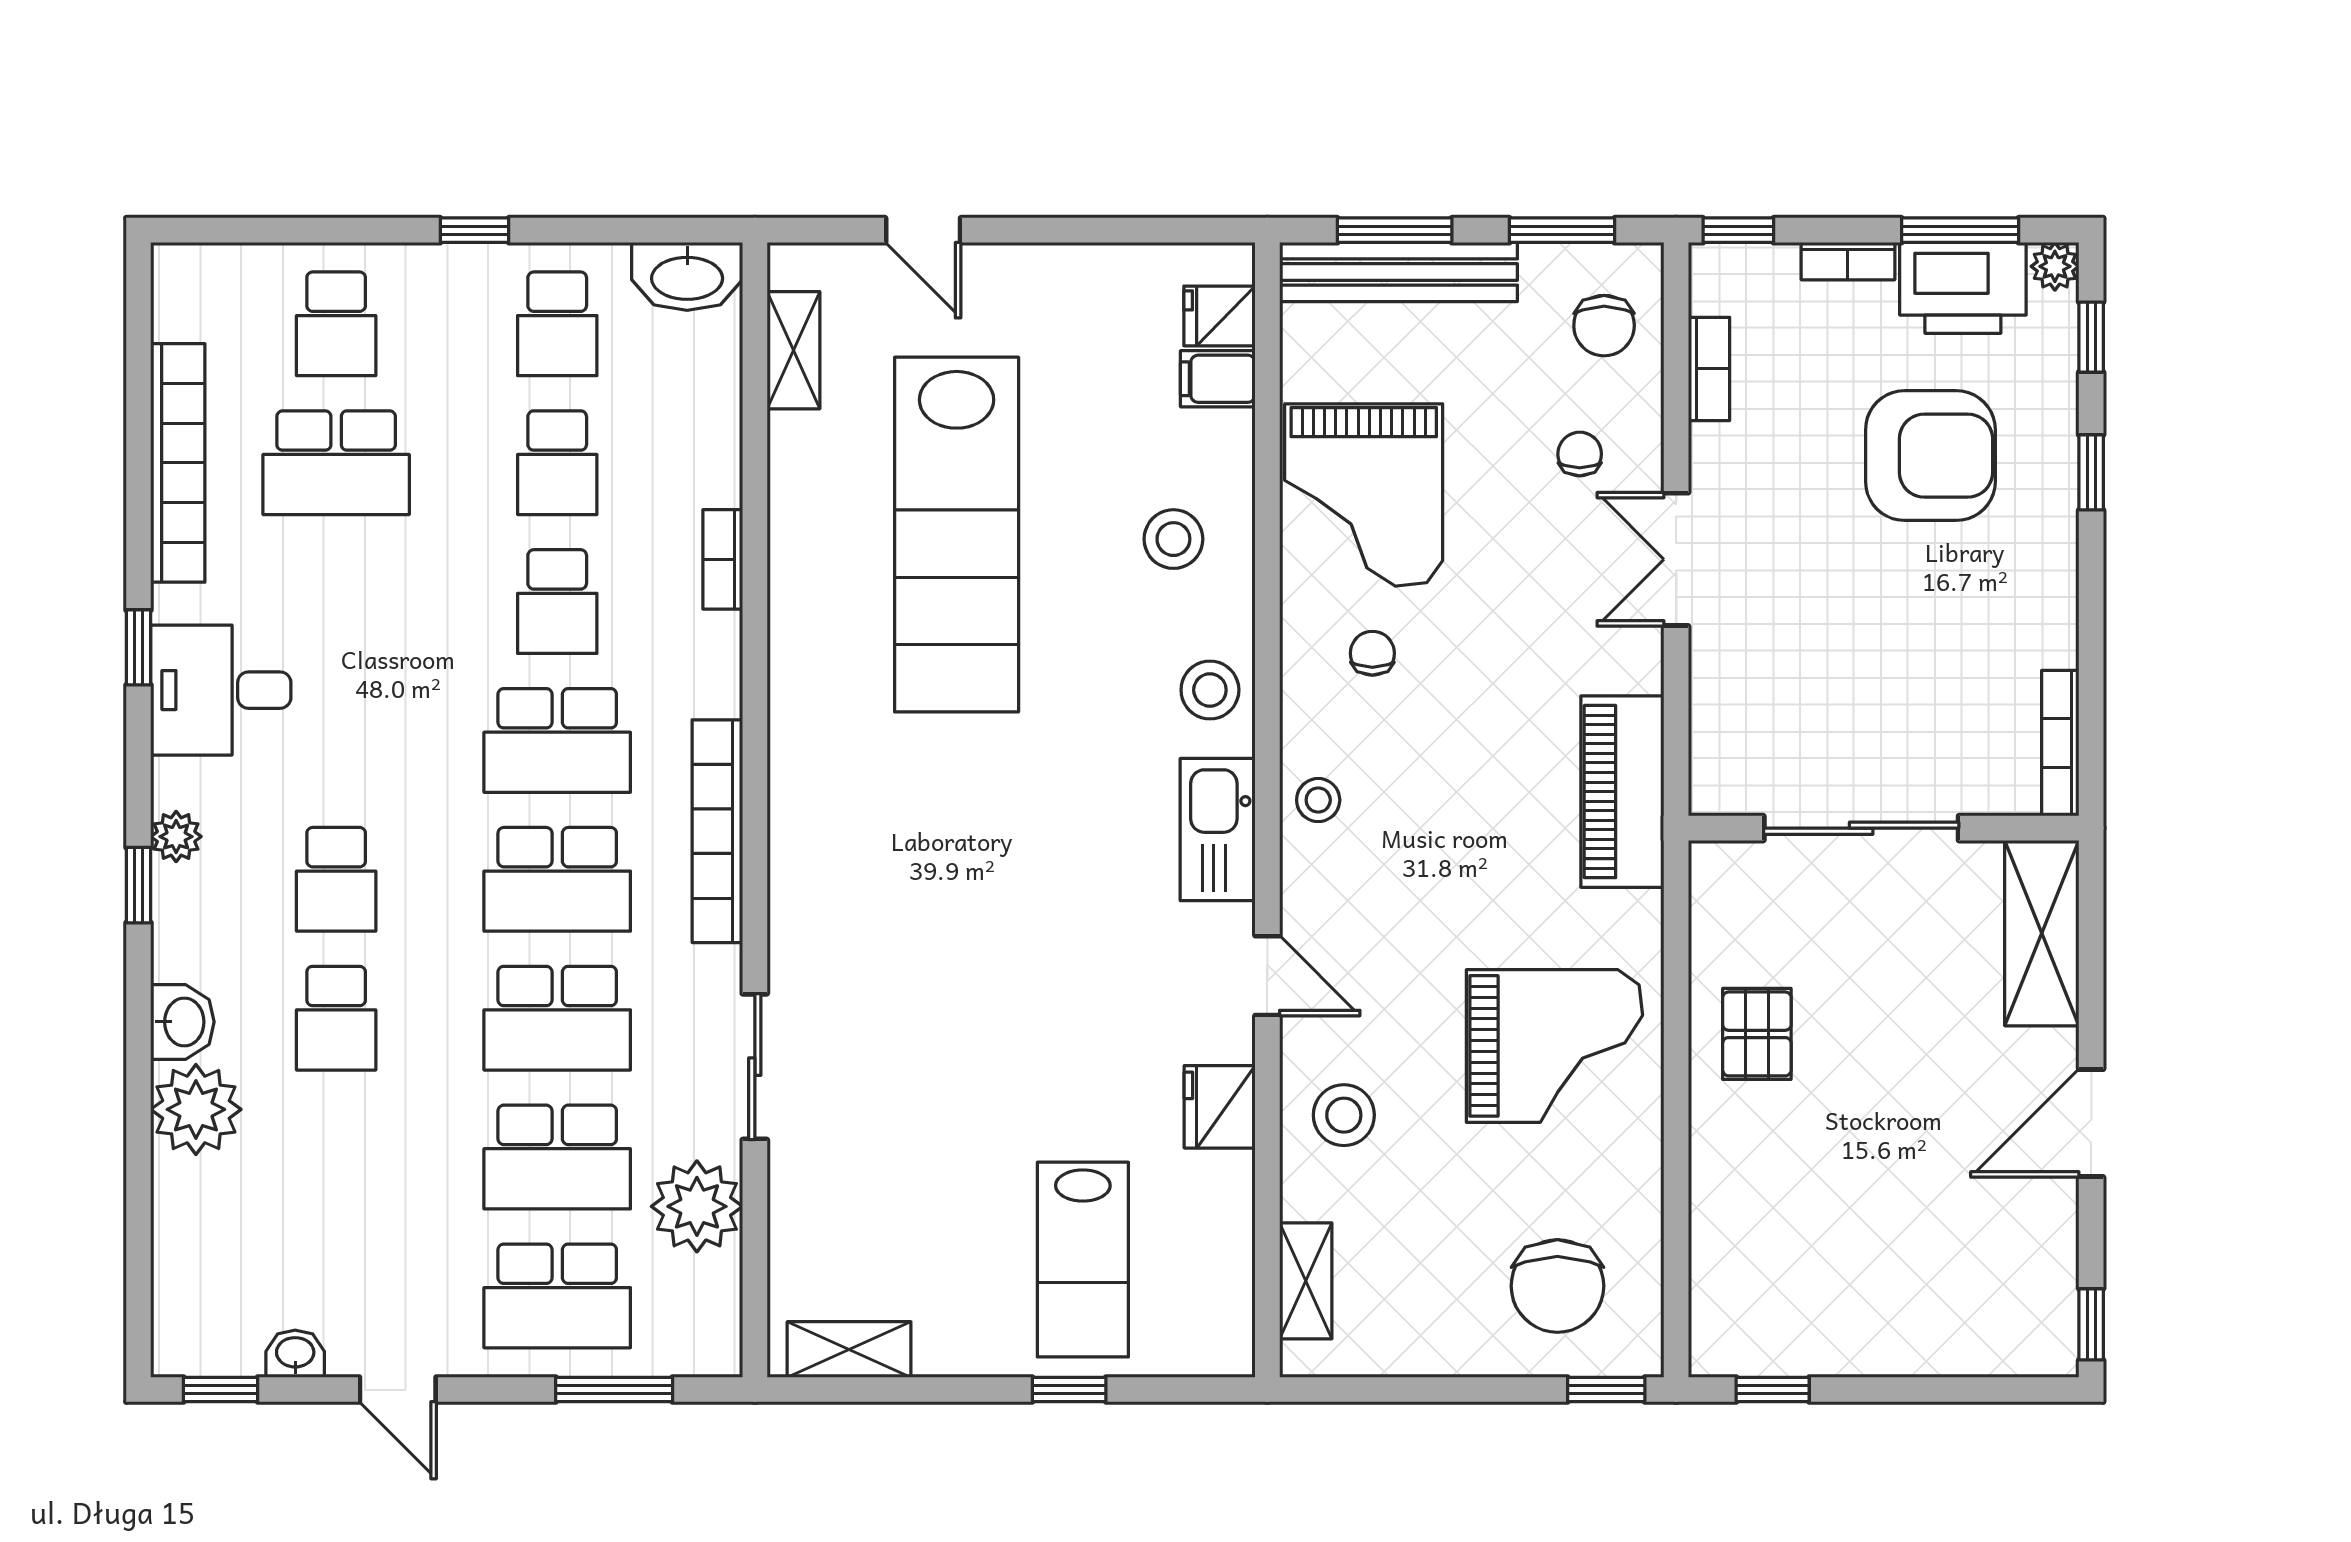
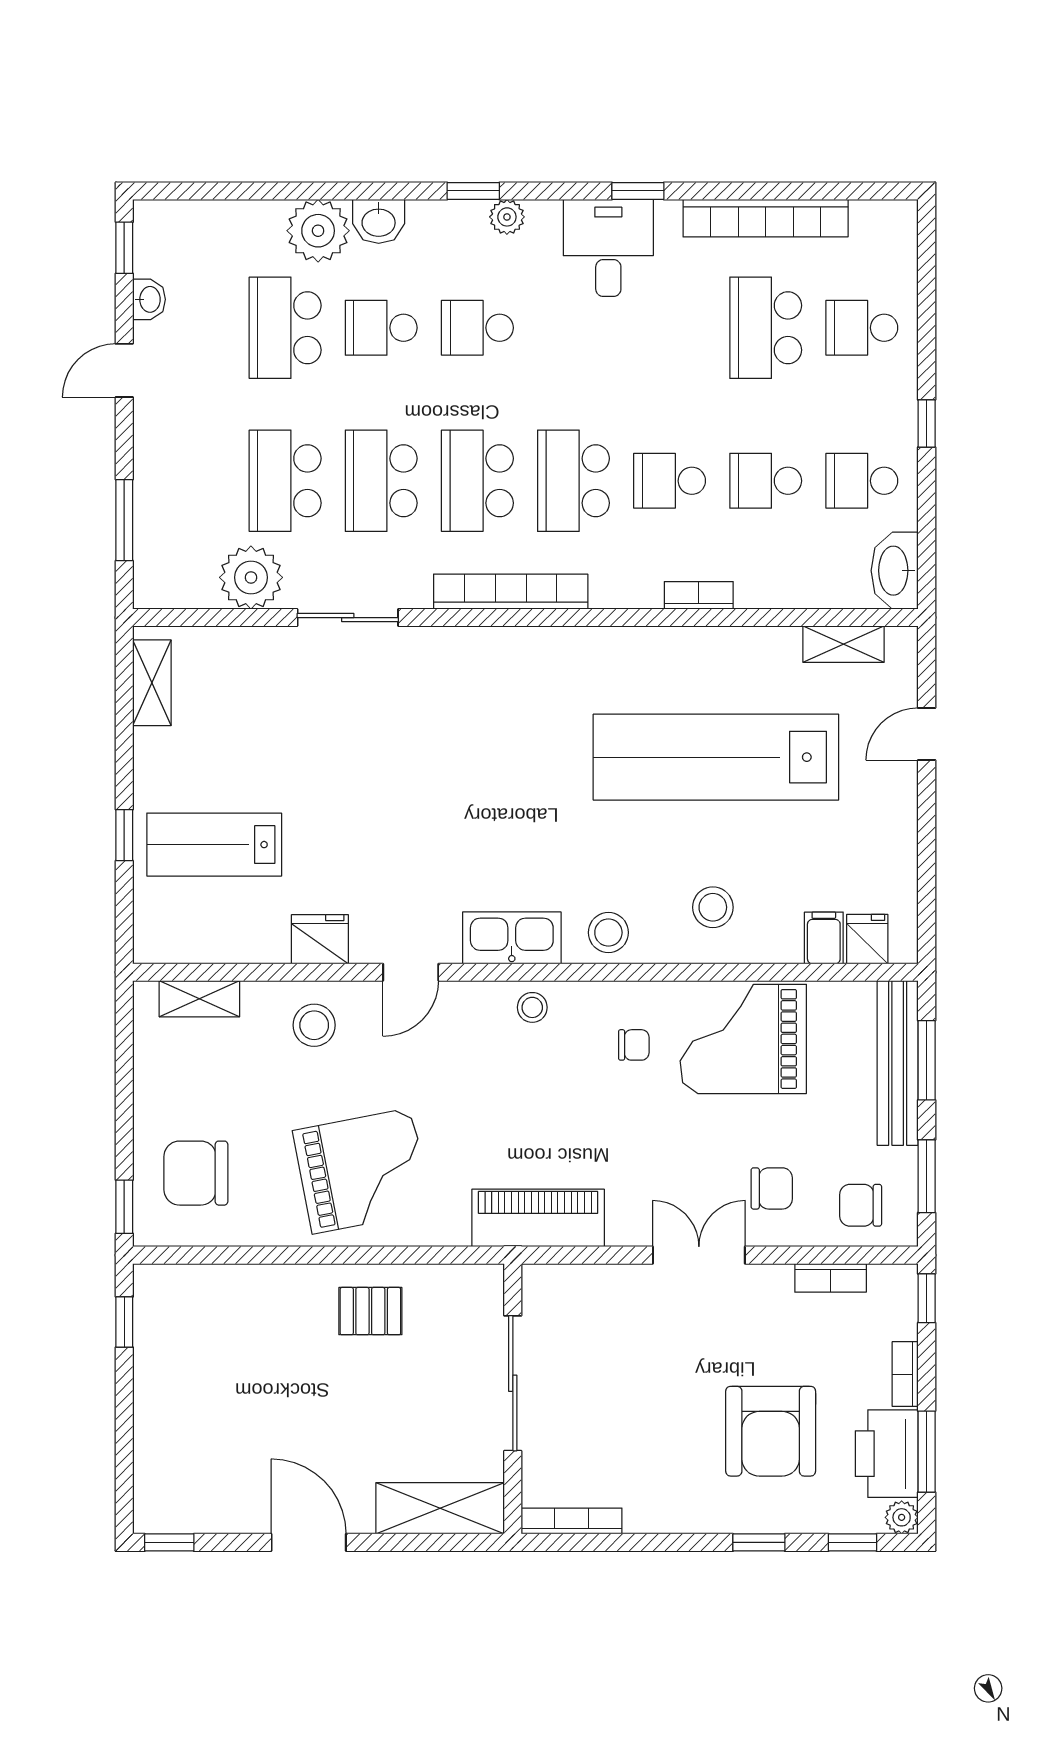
chair: (1580, 454) -> (772, 1188), width x1.37, depth x1.37
grand piano: (1554, 1046) -> (362, 1171), turned -101
school desk: (557, 1296) -> (285, 328), moved

